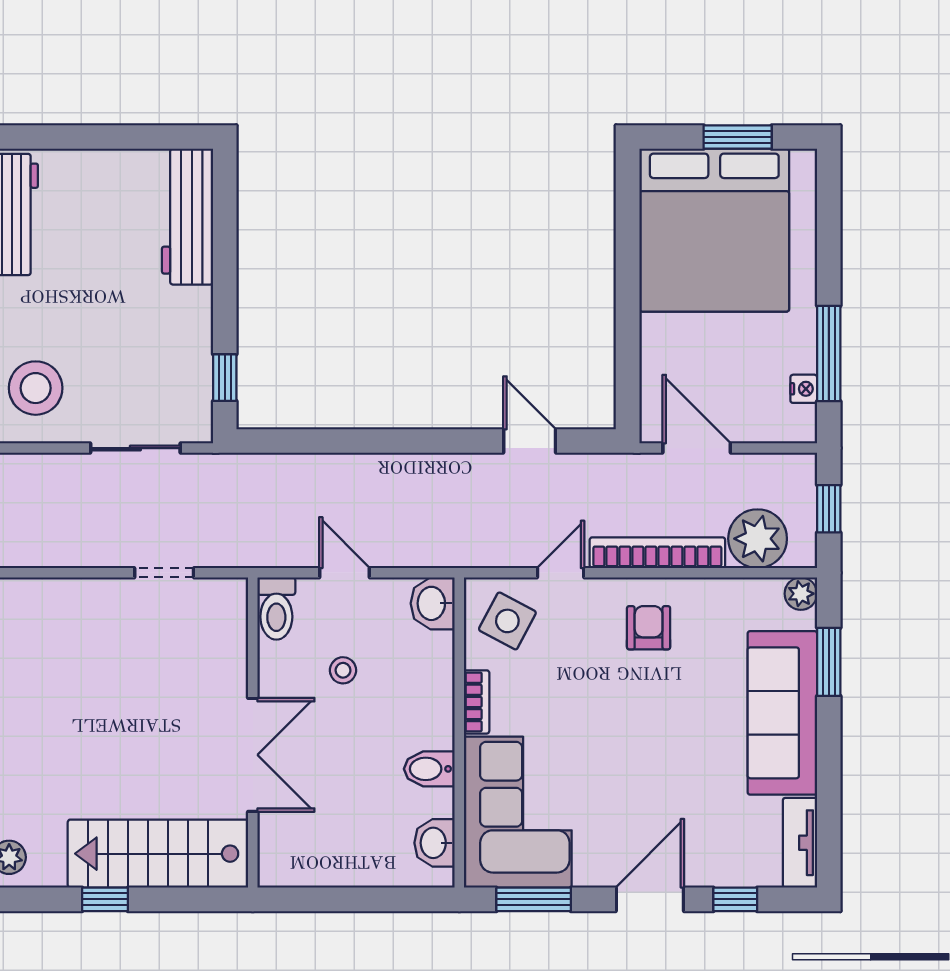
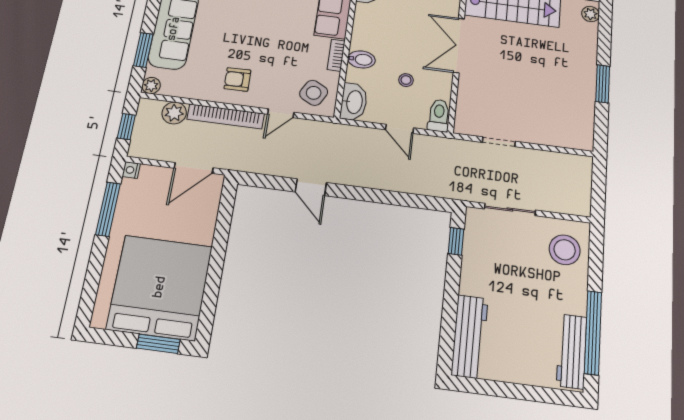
window: (738, 137) -> (158, 344), moved
nightstand: (804, 389) -> (131, 170), moved
door: (530, 441) -> (311, 187), moved
door: (697, 448) -> (194, 168), hinge flipped
plant: (758, 539) -> (174, 113), width x0.73, depth x0.73
washbasin: (433, 603) -> (354, 102), width x1.38
armchair: (649, 628) -> (237, 79), turned 89
bidet: (429, 769) -> (361, 59), moved

